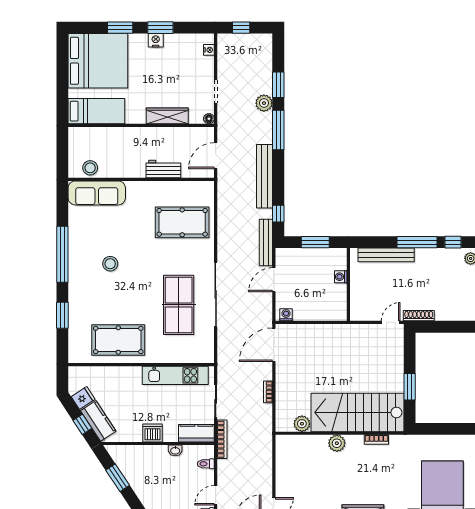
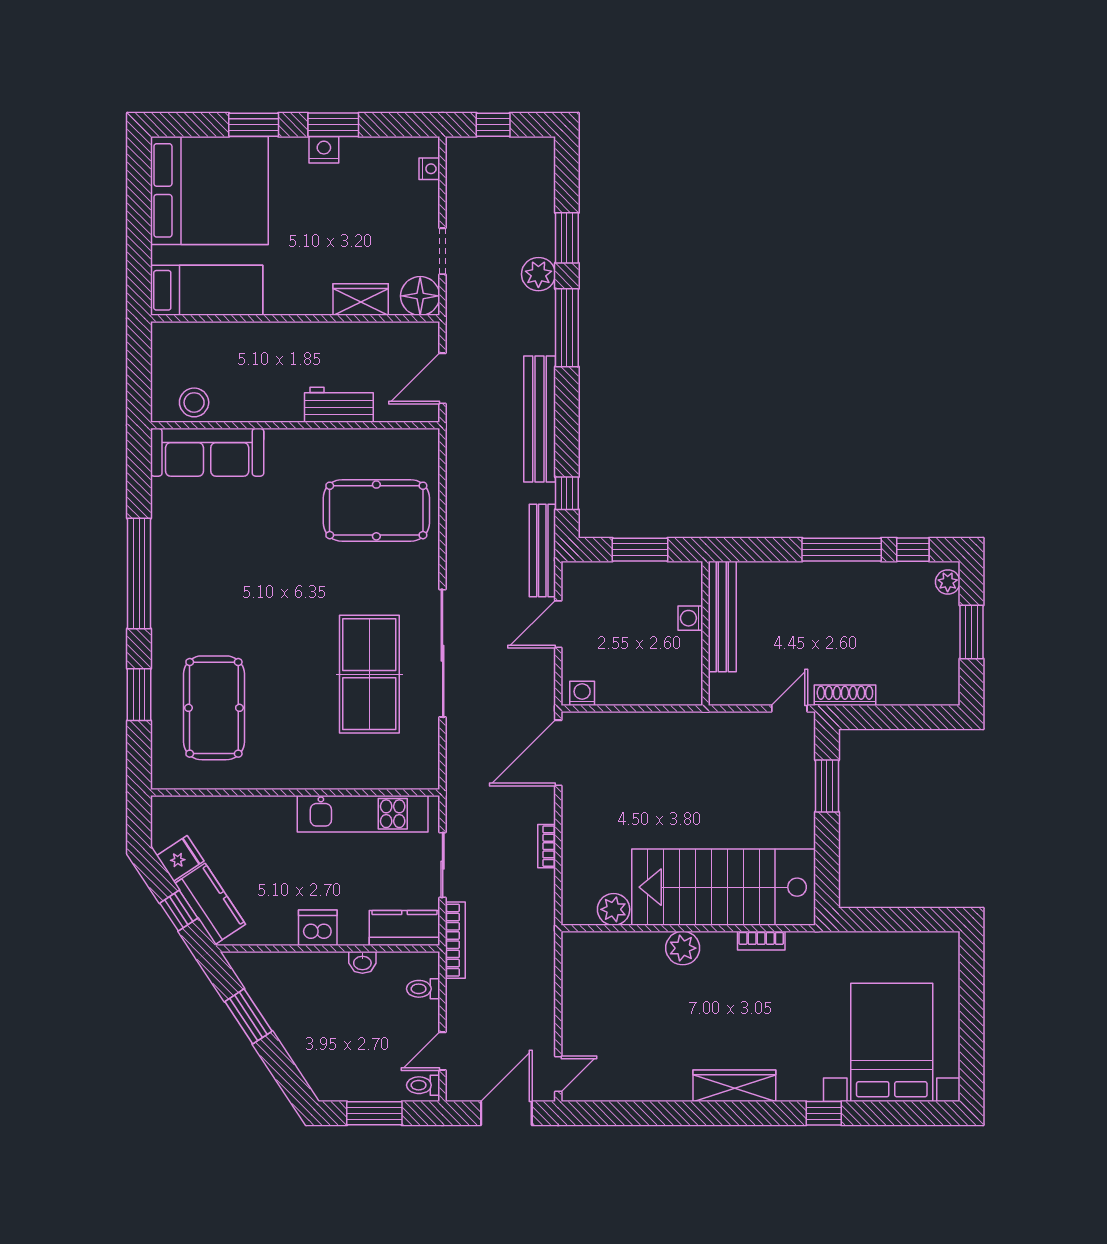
wardrobe: (167, 116) -> (361, 300), width x0.67
floor lamp: (209, 119) -> (420, 296), width x1.89, depth x1.89
bench: (386, 255) -> (722, 616), moved, turned 90
stool: (110, 264) -> (234, 592), removed
pool table: (118, 340) -> (214, 708), moved, turned 90
window: (410, 387) -> (827, 786), moved

